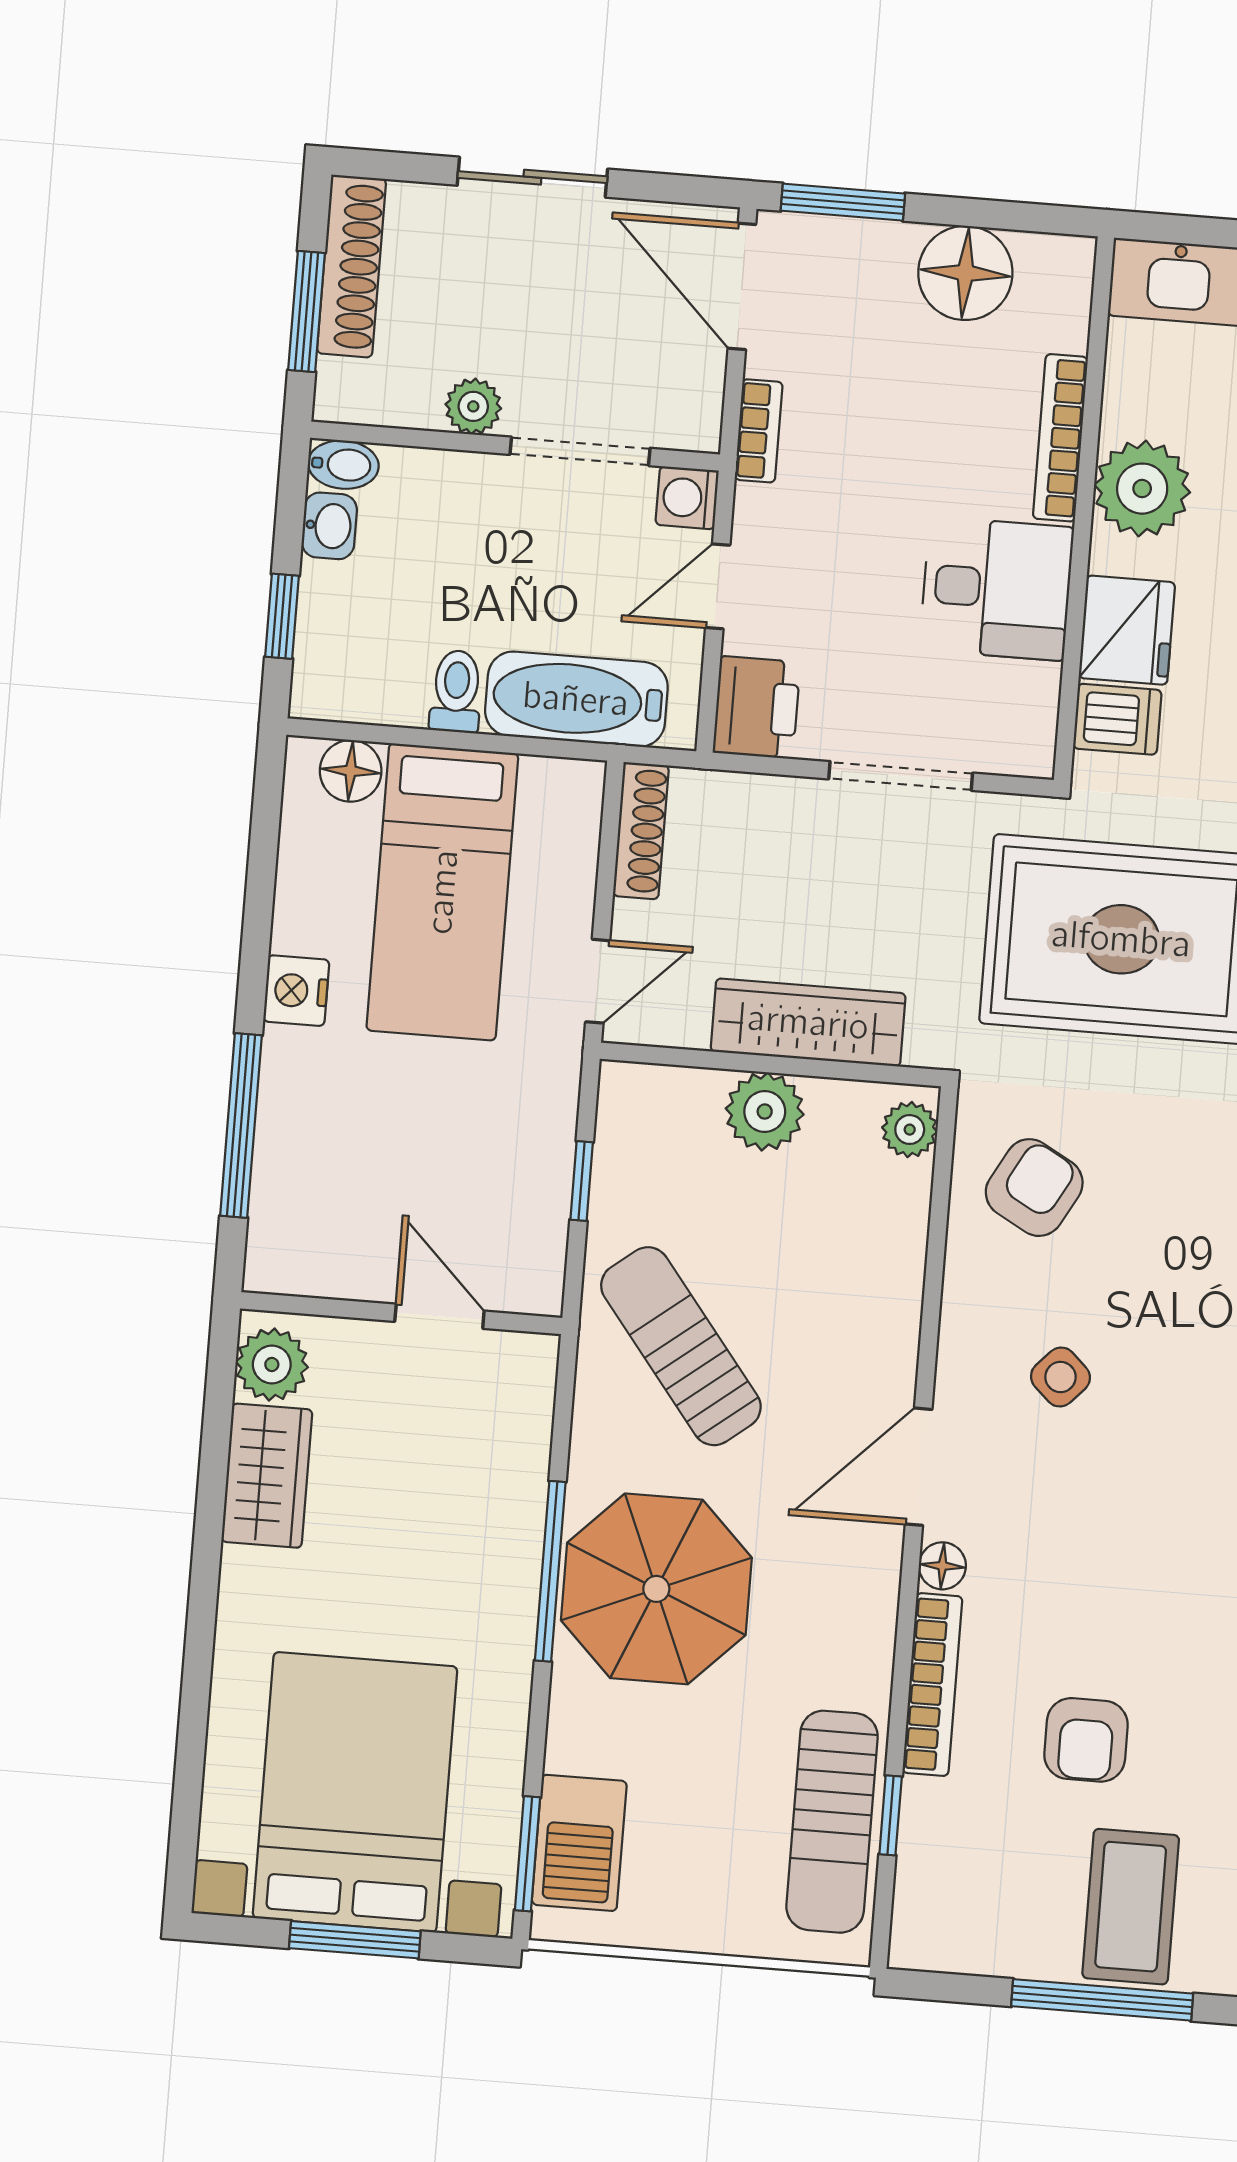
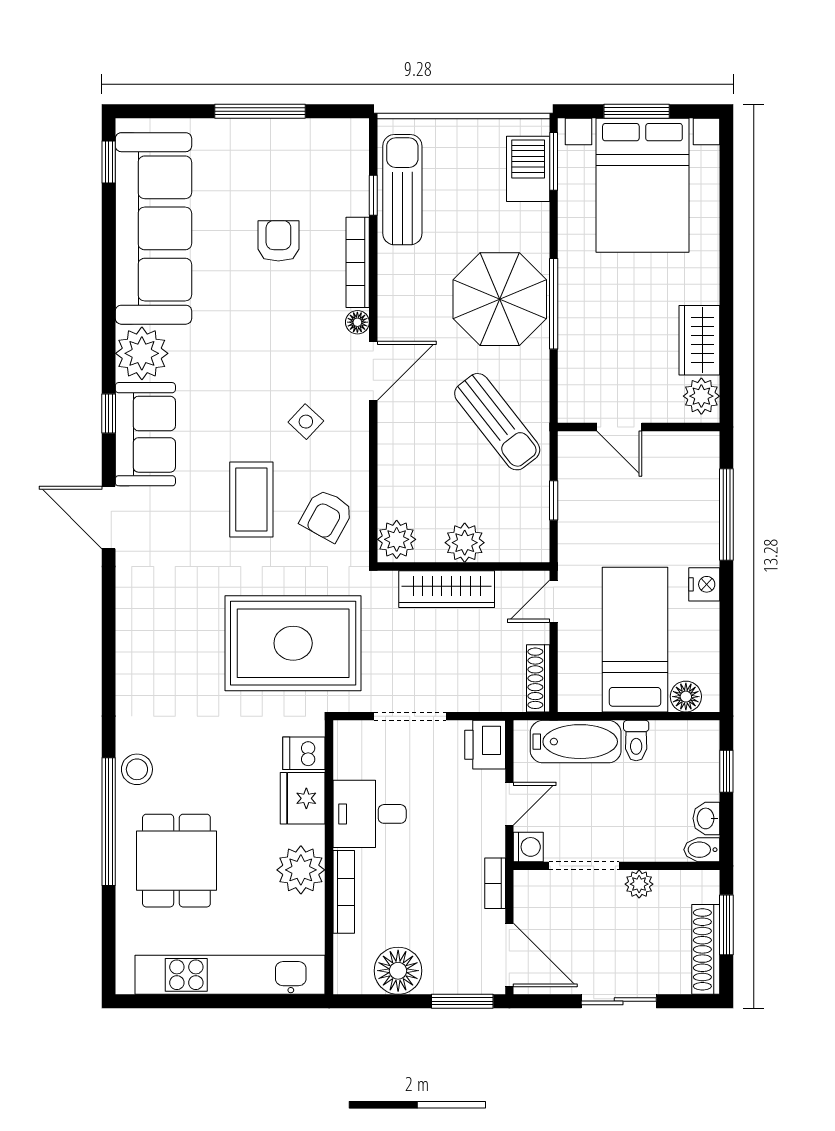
plant: (910, 1130) -> (397, 539), width x1.38, depth x1.38
coffee table: (1131, 1907) -> (251, 499), moved

